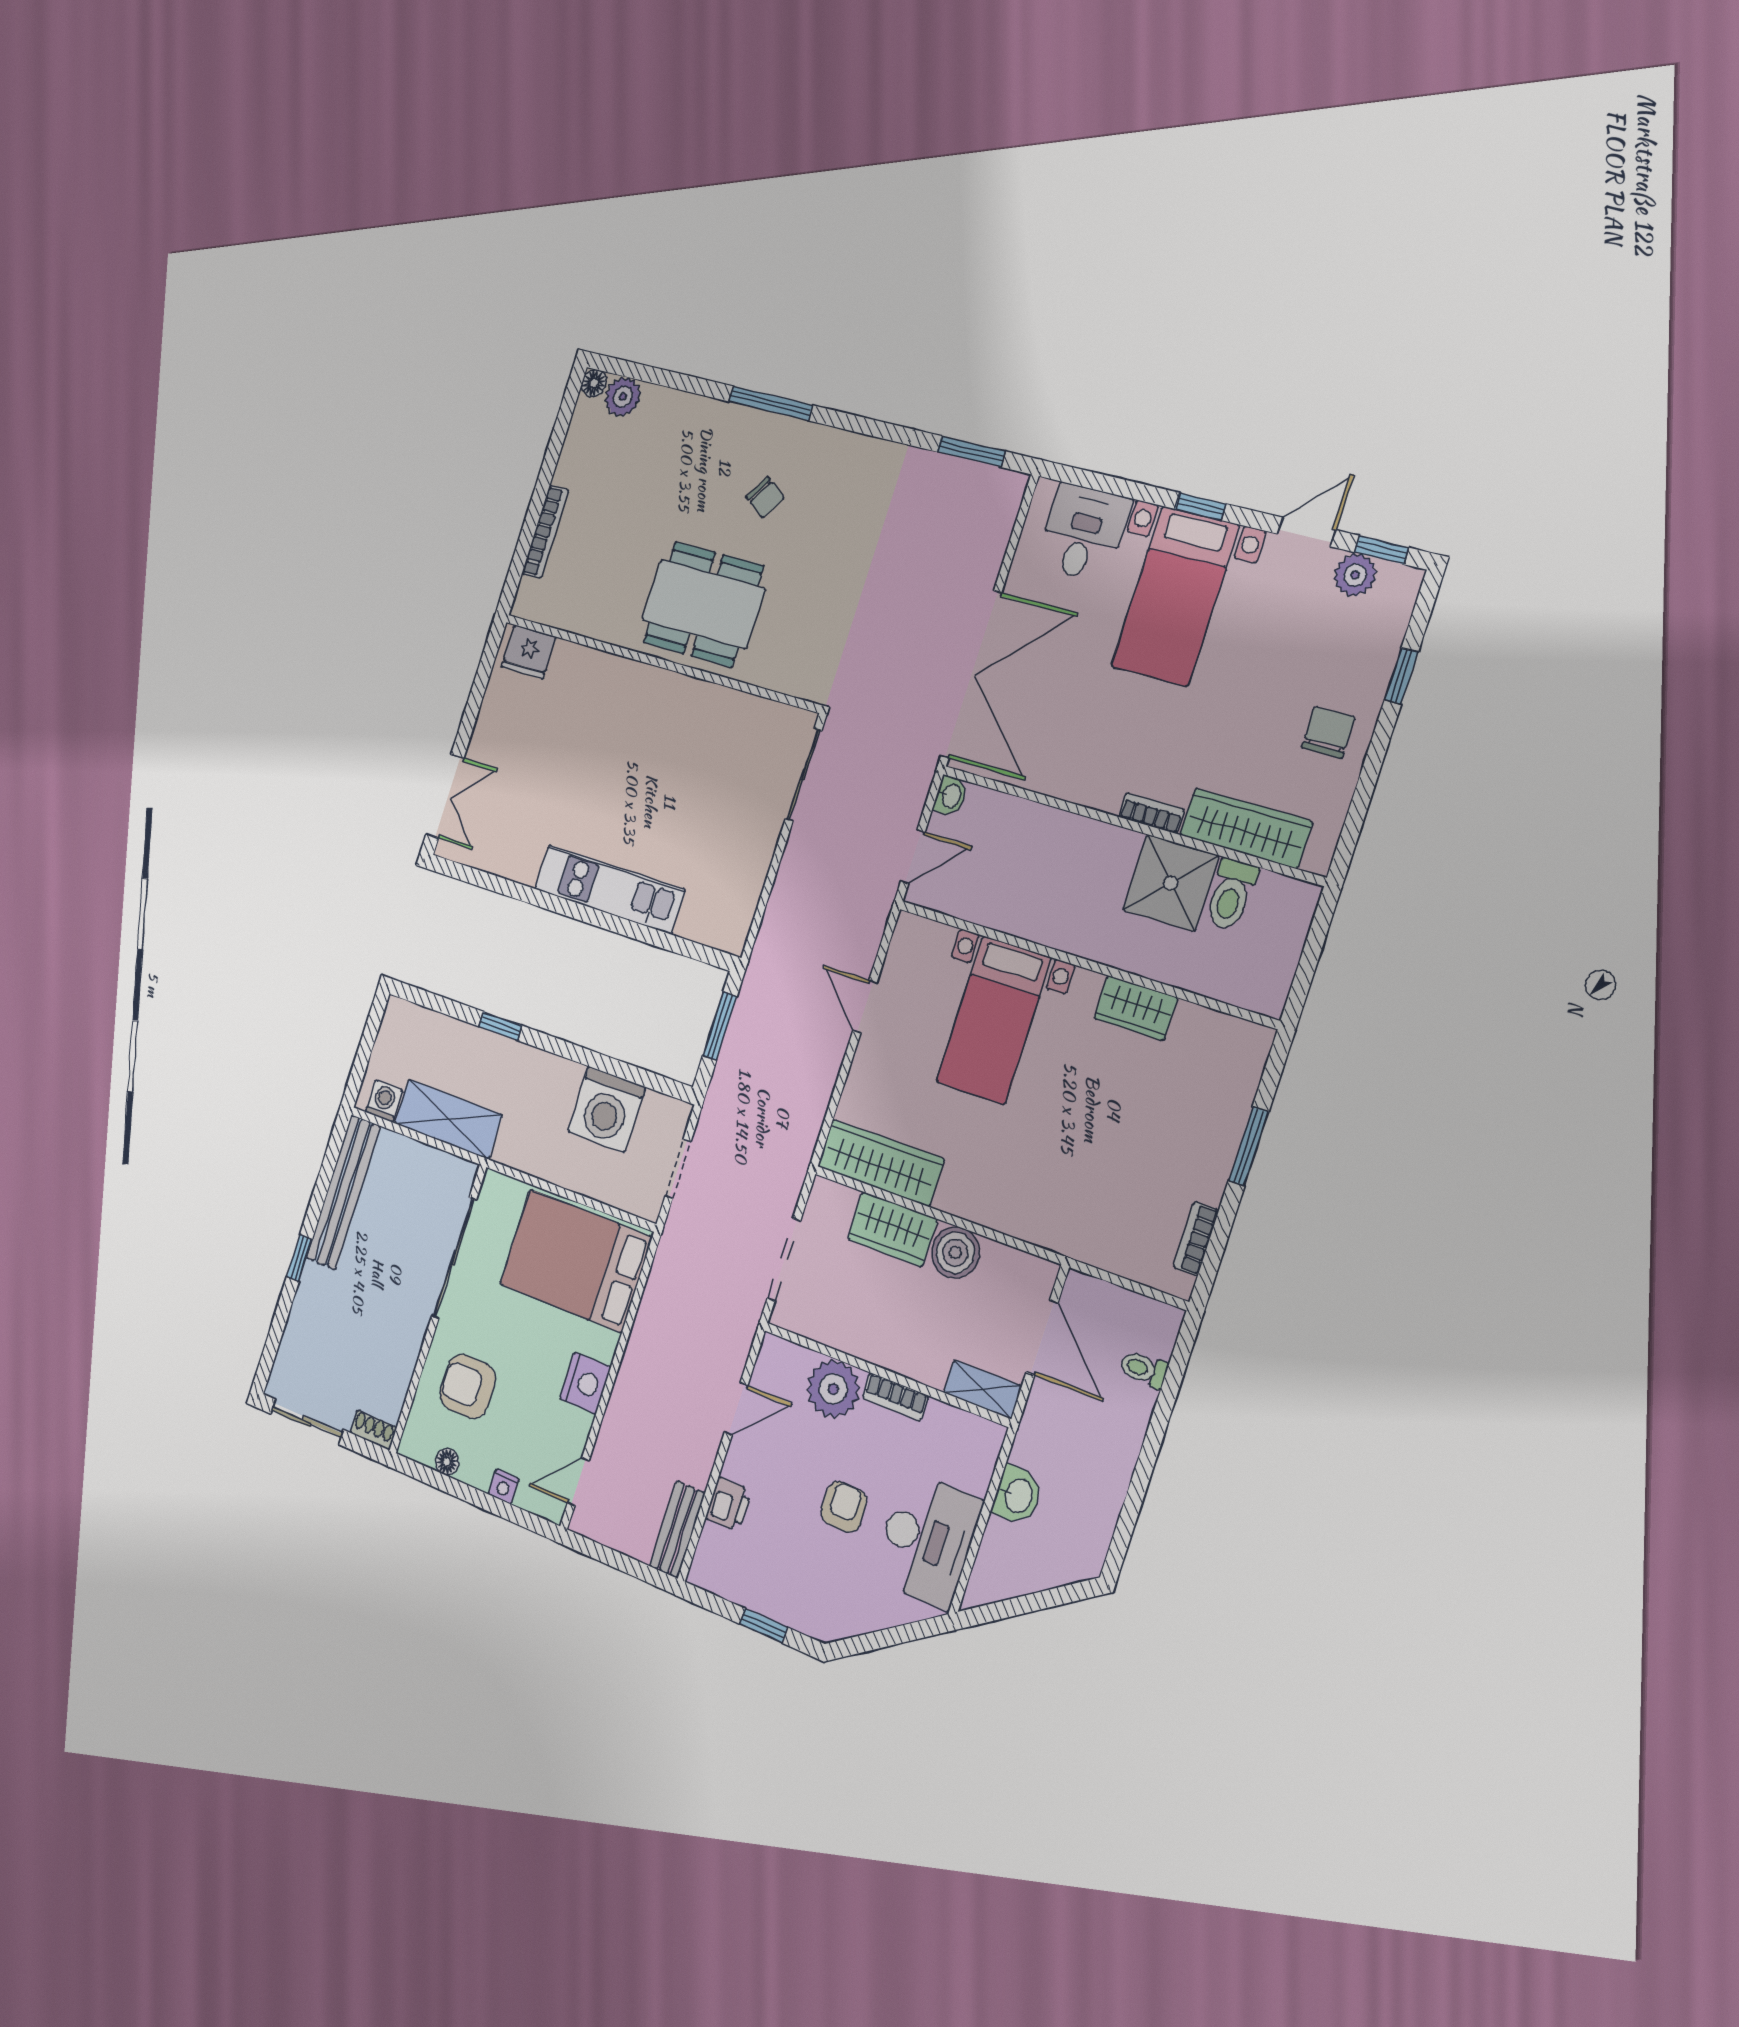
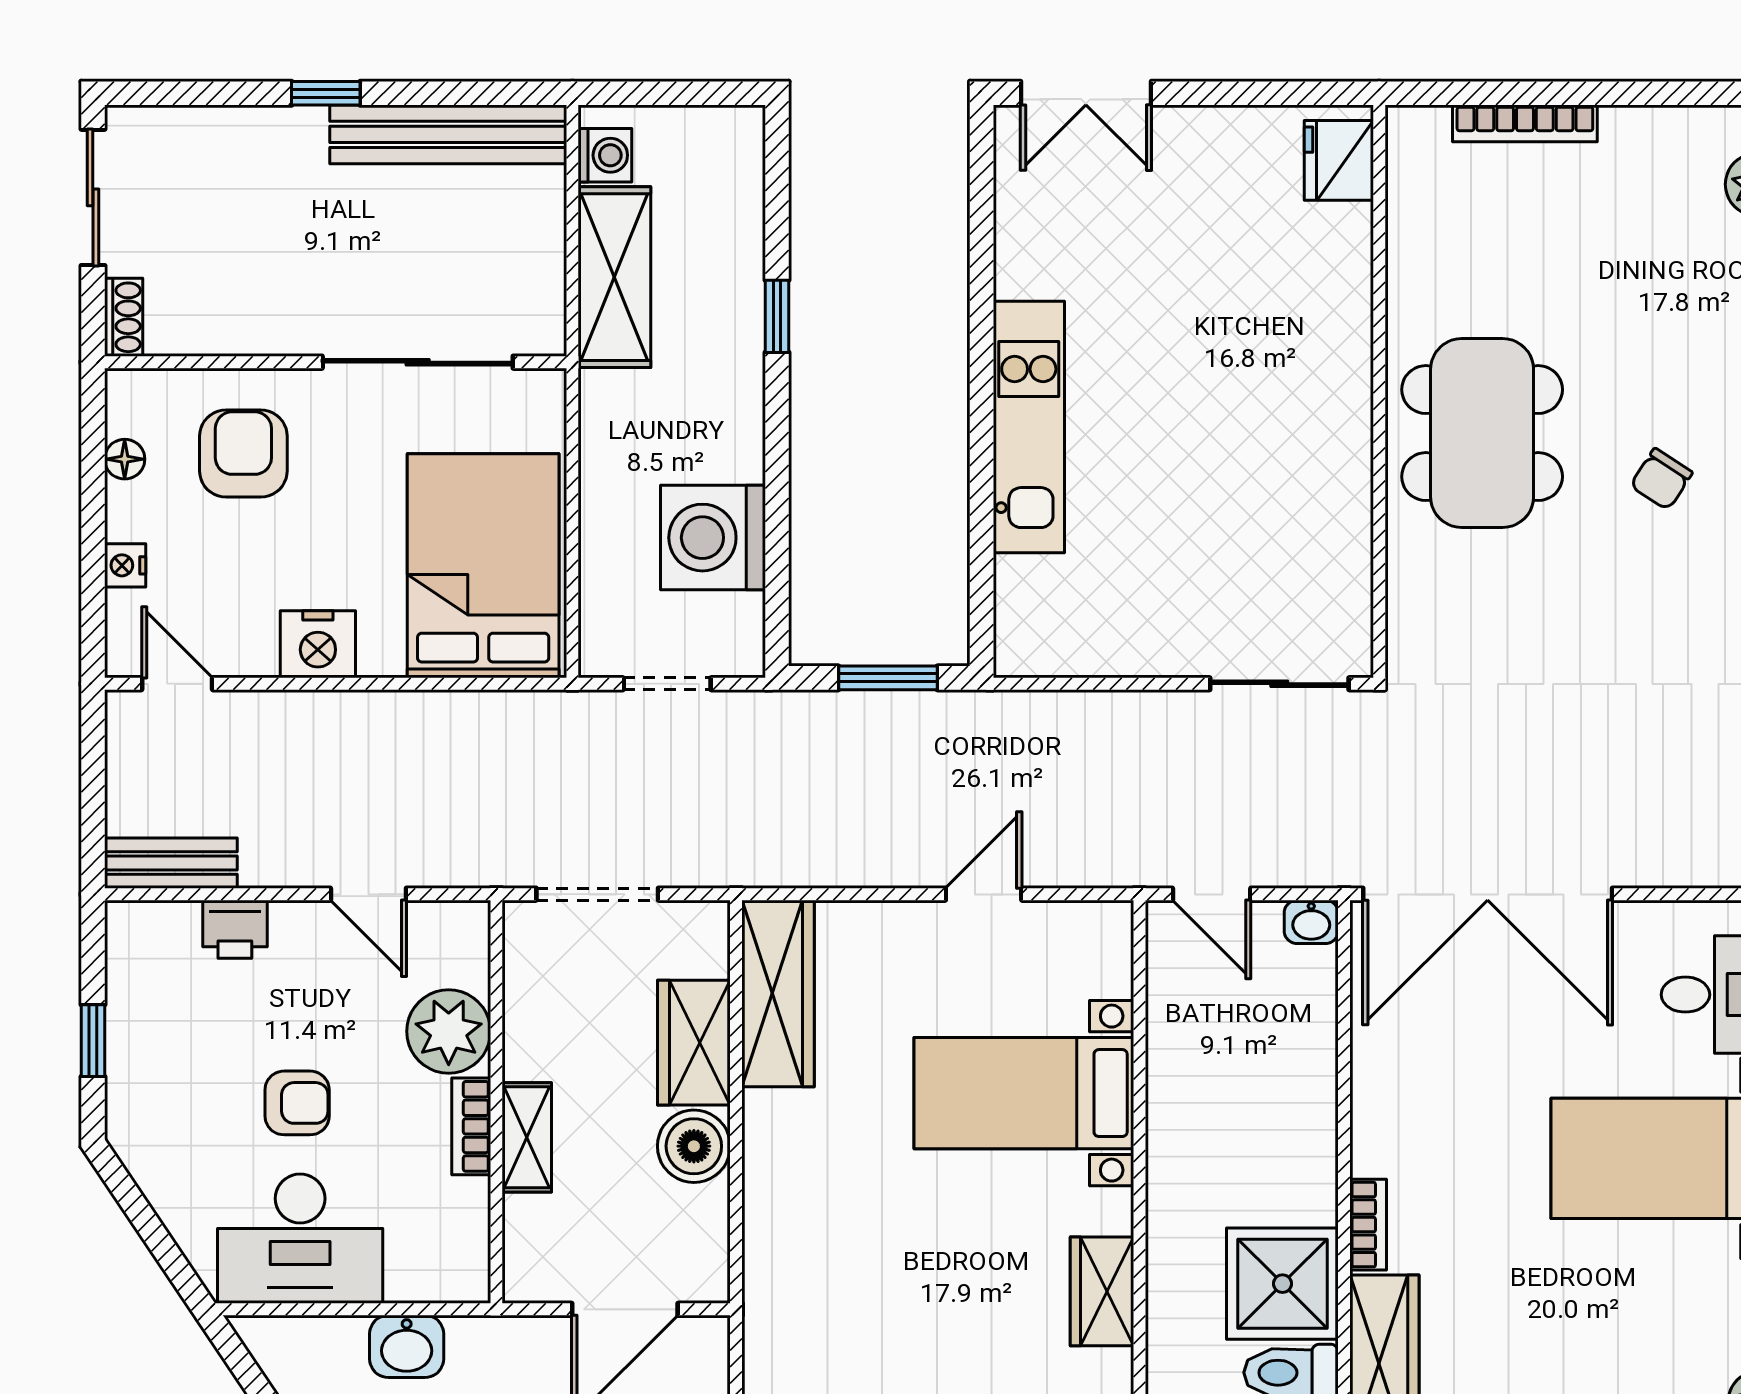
shelving: (983, 1389) -> (527, 1137), moved

